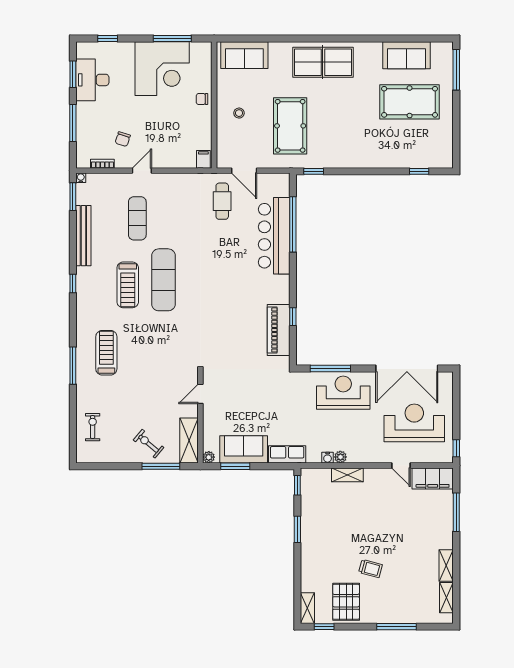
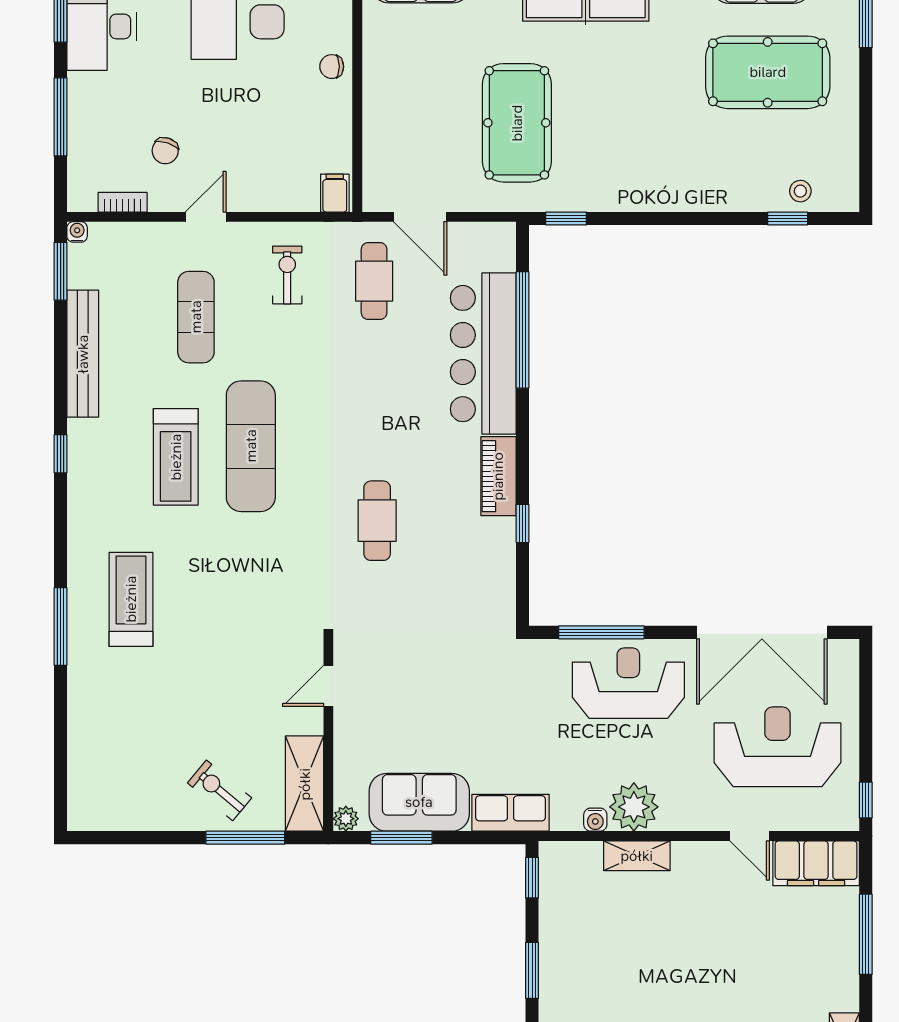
stool: (239, 113) -> (800, 191), moved
cafe table: (224, 315) -> (377, 521), added
piano: (279, 330) -> (498, 476), moved, width x0.73, depth x0.75
exercise bike: (93, 427) -> (287, 275), moved
plant: (340, 457) -> (634, 807), width x1.87, depth x1.87

